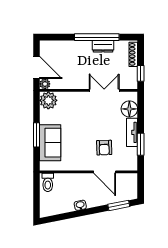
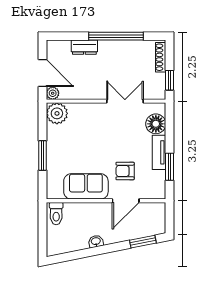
dresser: (103, 46) -> (84, 47), moved
sofa: (50, 143) -> (86, 186), moved, turned -90
armchair: (104, 148) -> (125, 171), turned 92
door: (105, 172) -> (126, 201), hinge flipped

